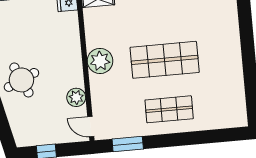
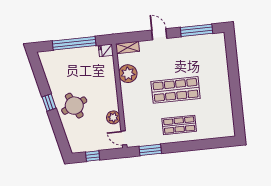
plant: (100, 61) -> (128, 74), moved

